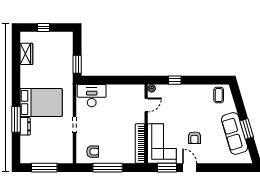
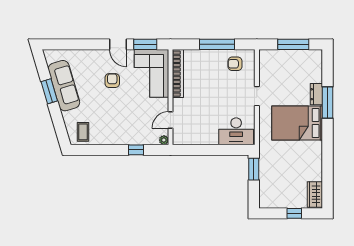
wardrobe: (26, 54) -> (315, 194), moved

